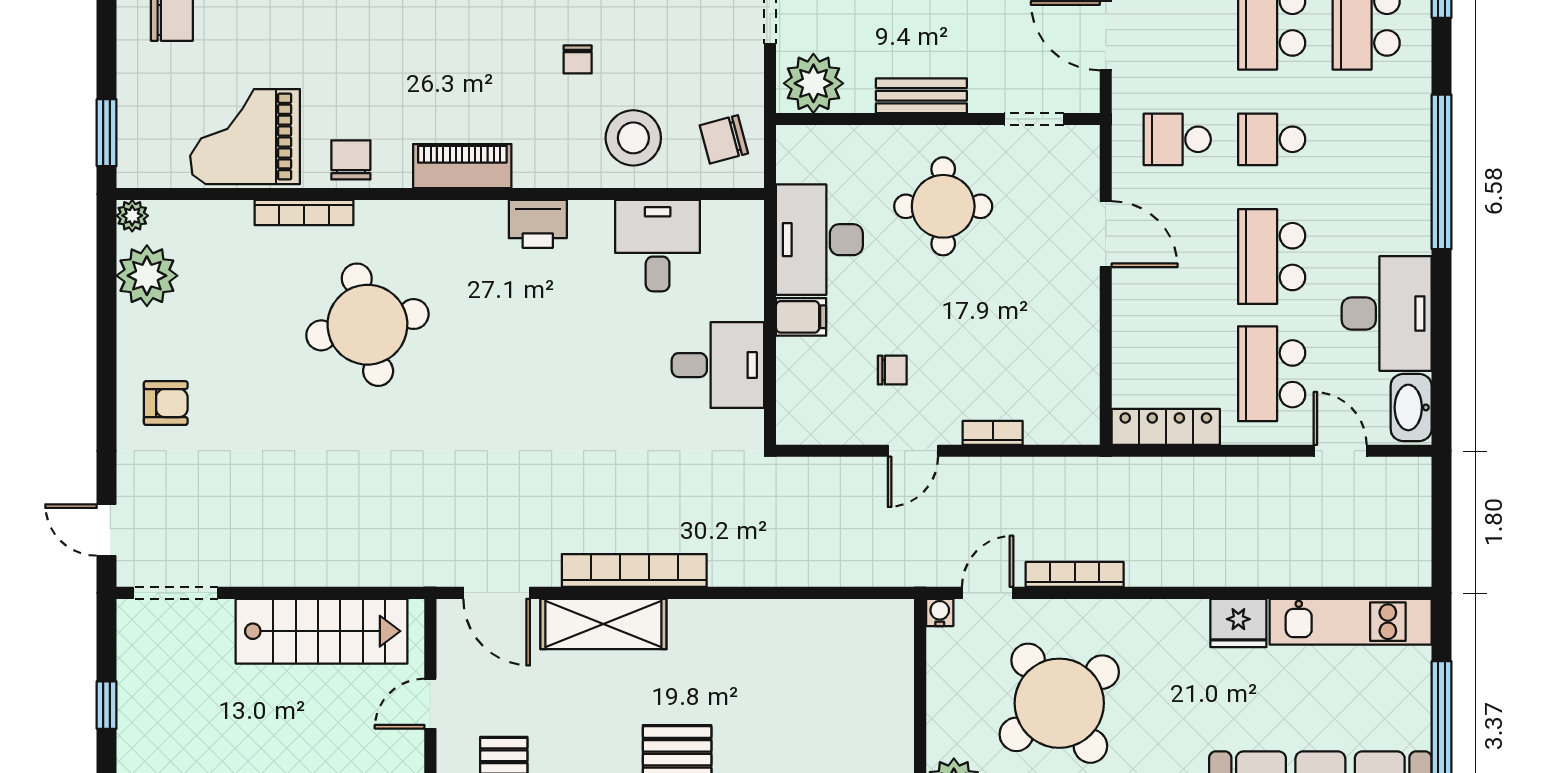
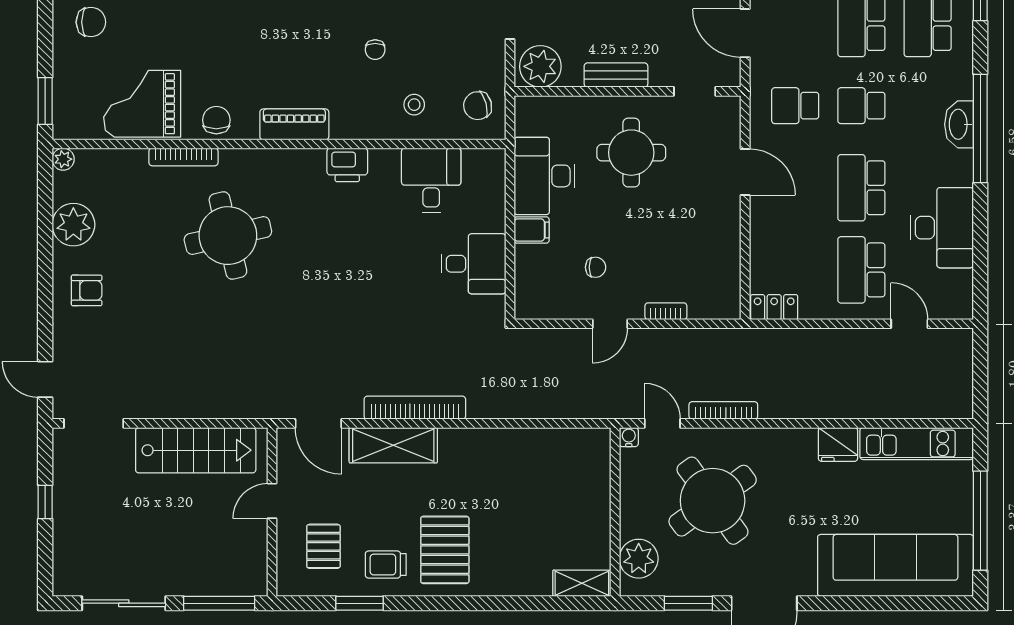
stool: (633, 138) -> (414, 105), width x0.53, depth x0.53
plant: (147, 276) -> (73, 225), moved
washbasin: (1411, 407) -> (959, 124), moved
locker: (1166, 427) -> (774, 307), width x0.66
door: (988, 593) -> (662, 423), hinge flipped

